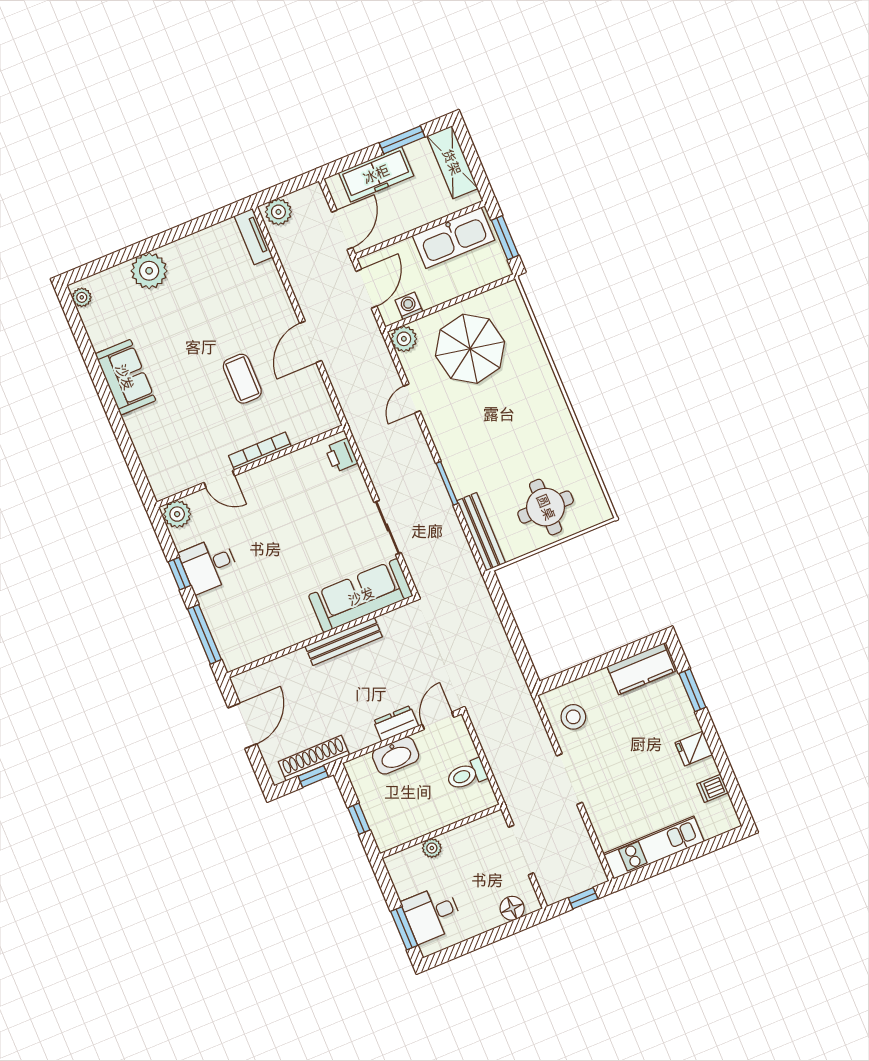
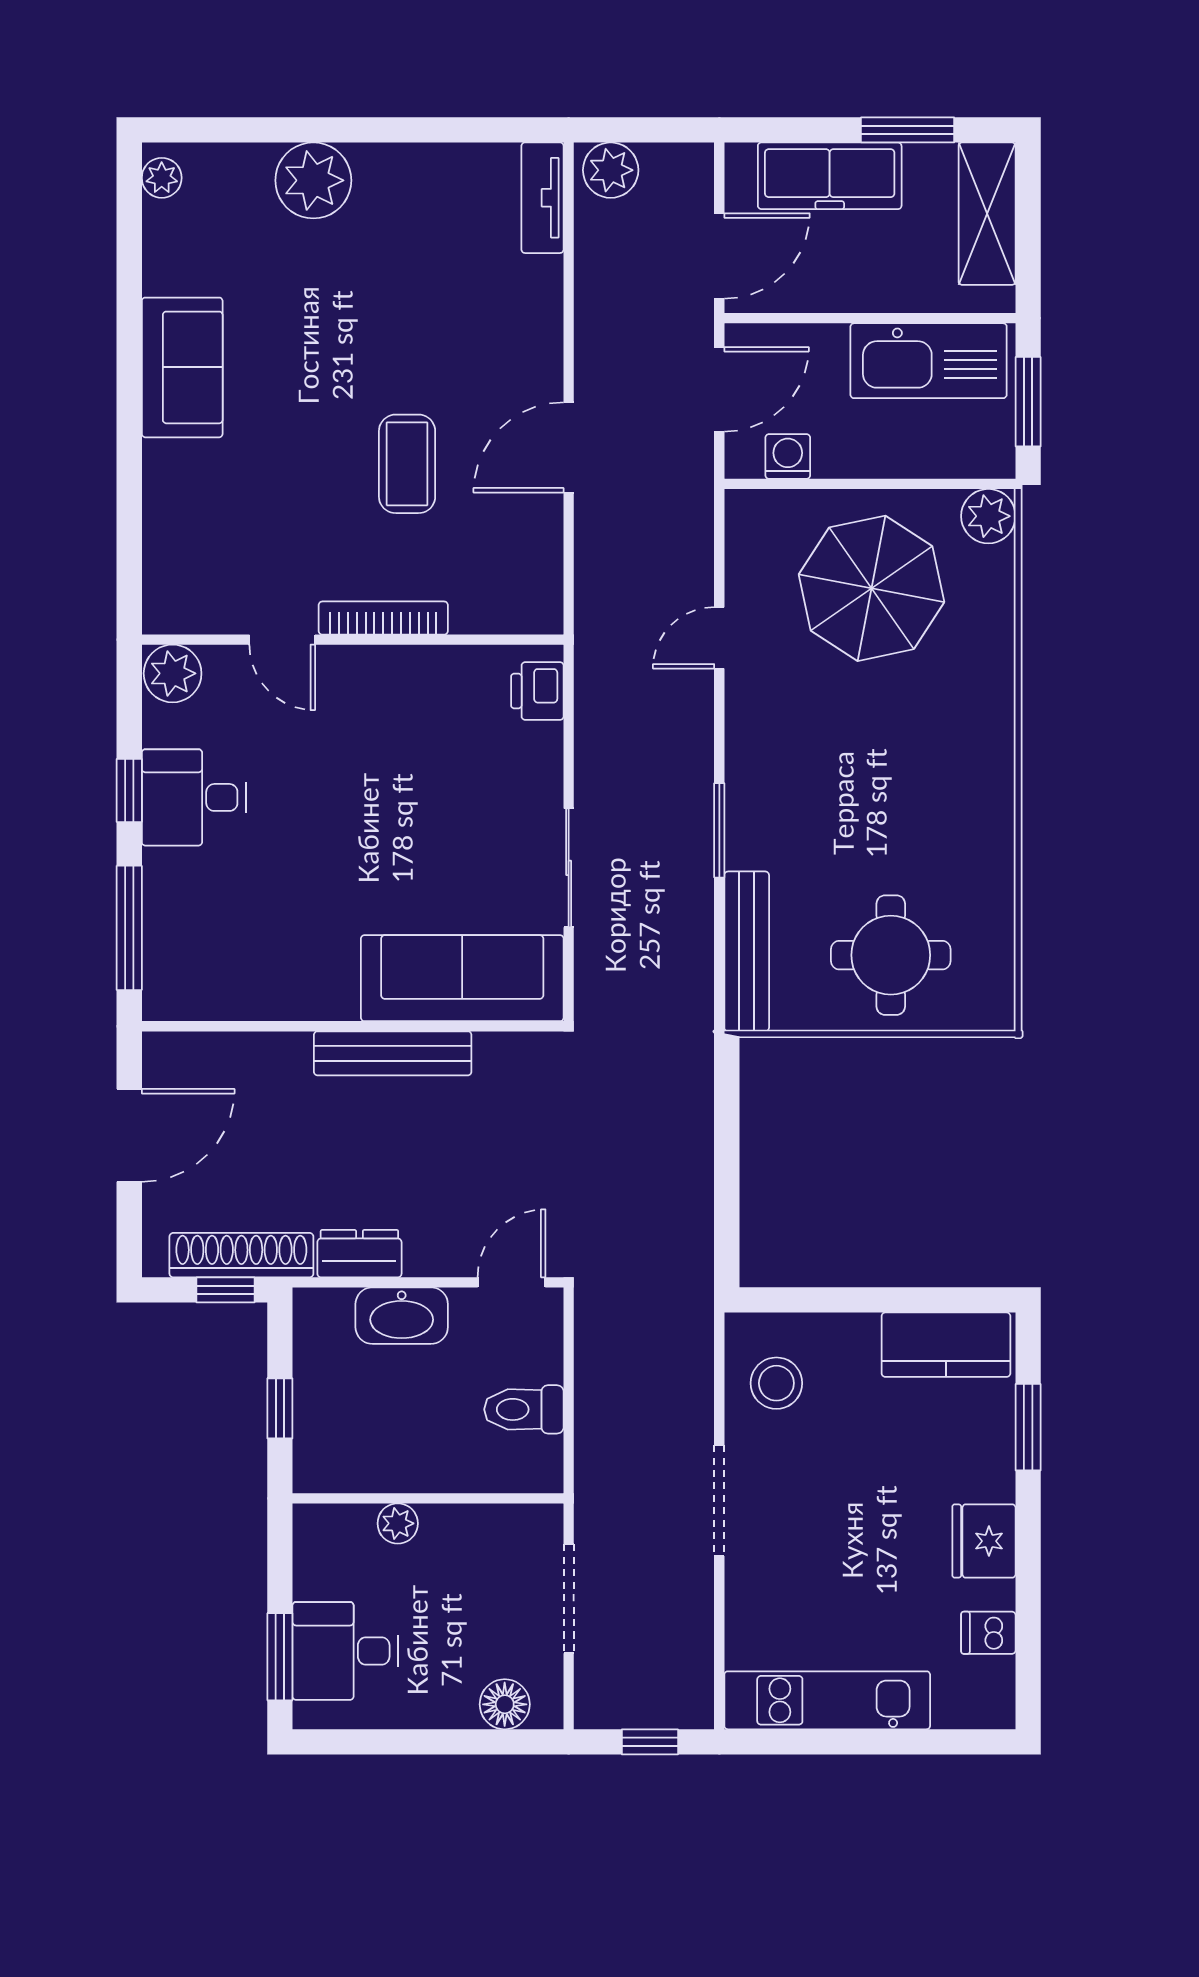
plant: (404, 339) -> (988, 516), moved
dresser: (396, 723) -> (359, 1254), moved
fridge: (694, 749) -> (984, 1541), width x1.38

